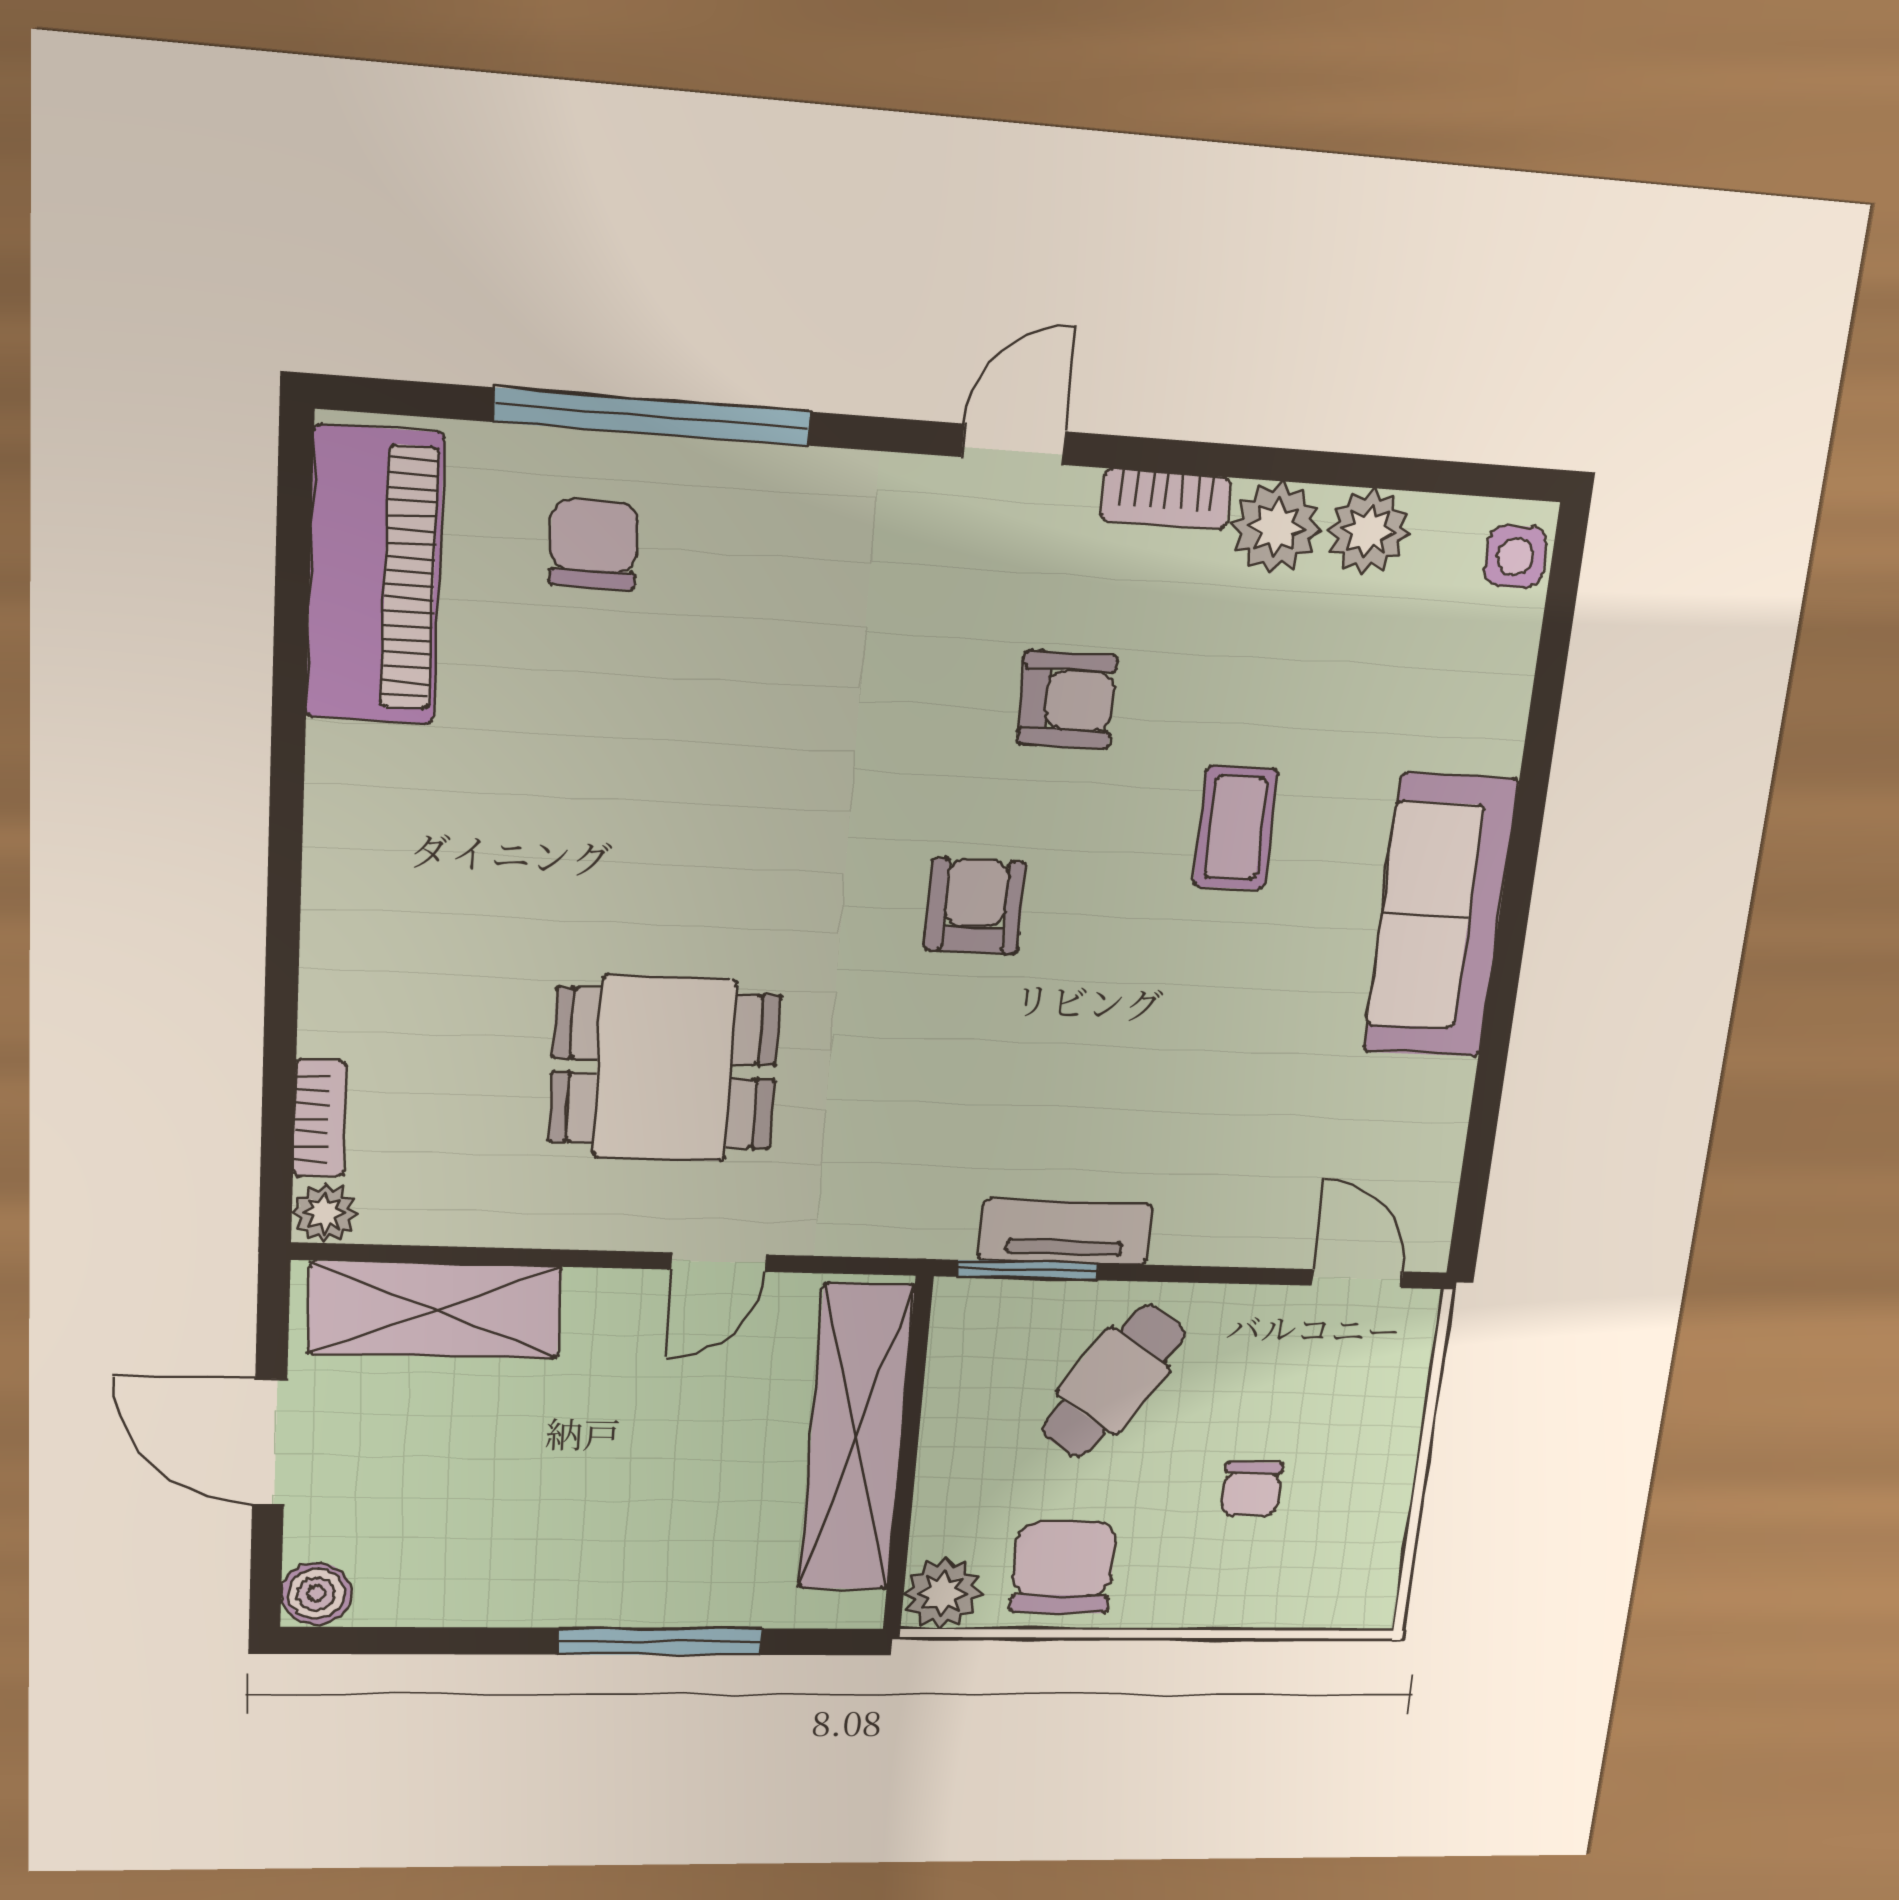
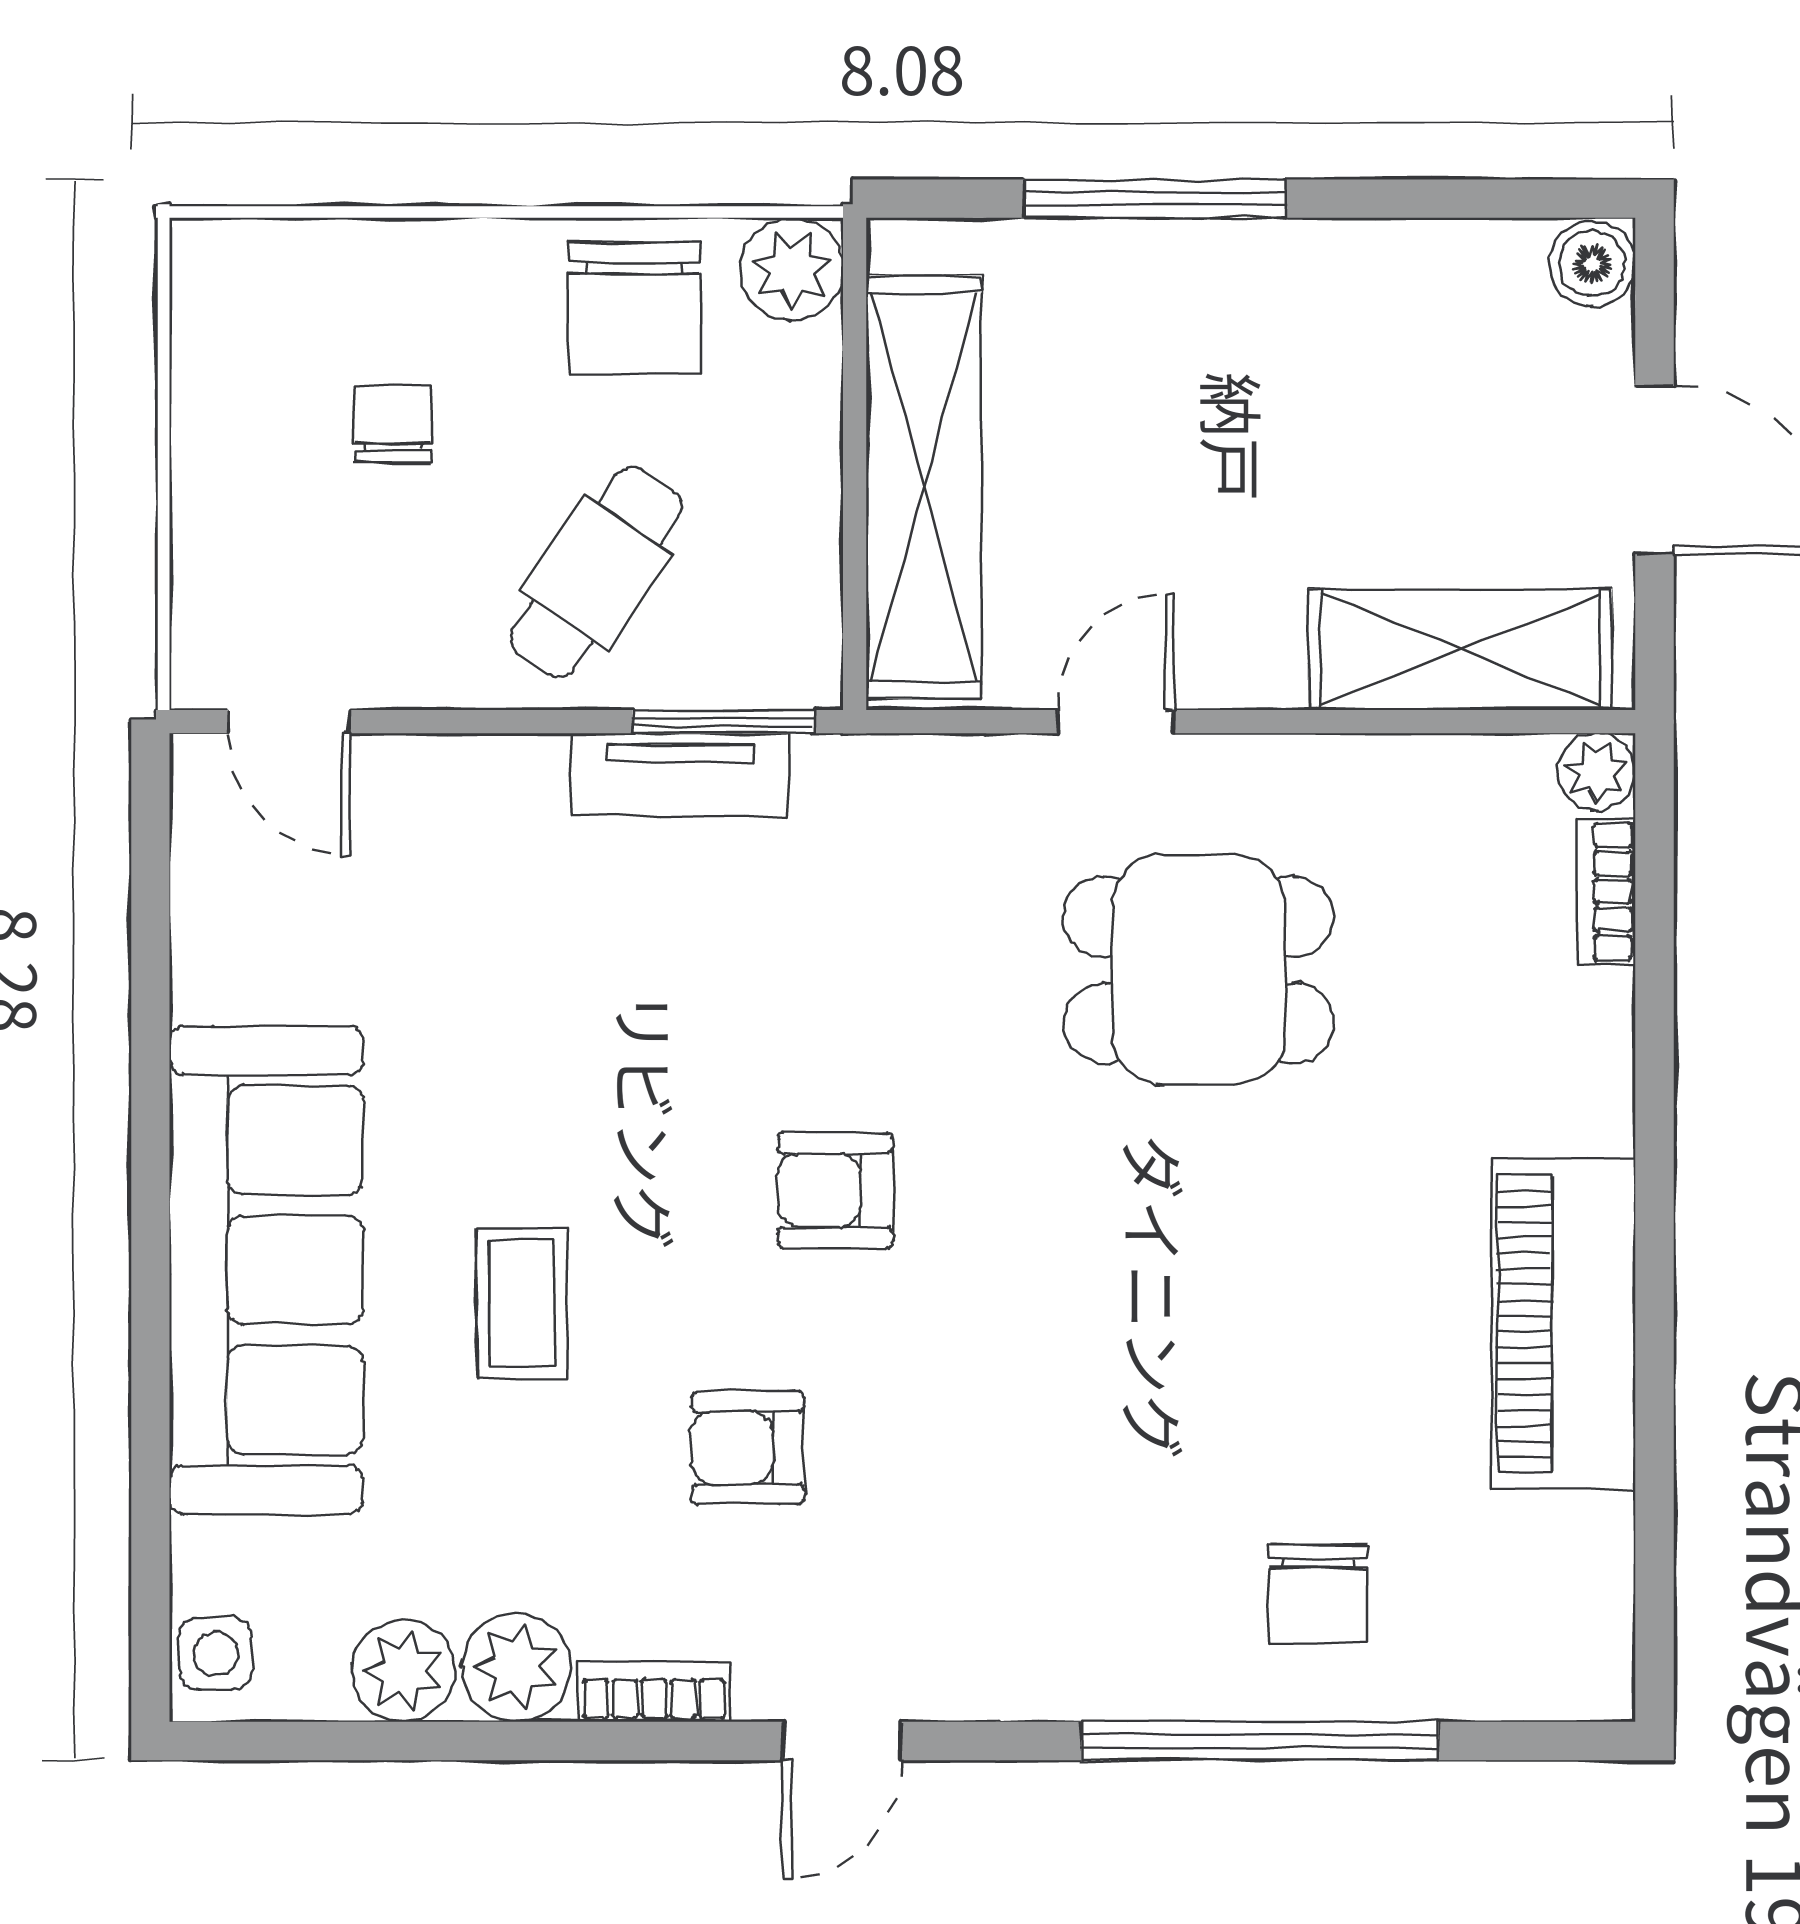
piano: (375, 576) -> (1563, 1324), moved
armchair: (975, 906) -> (835, 1190), turned 90
sofa: (1441, 916) -> (266, 1270), width x1.36, depth x1.27

